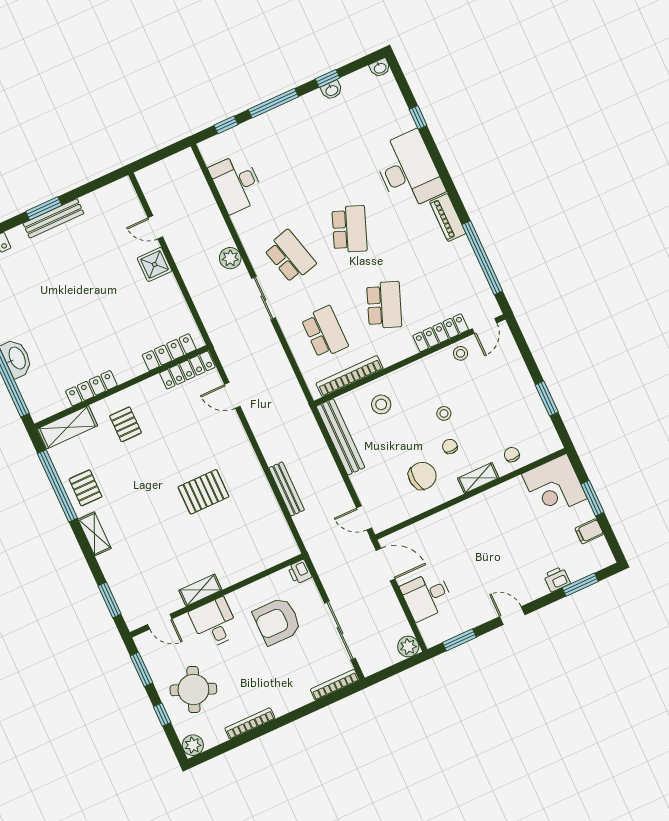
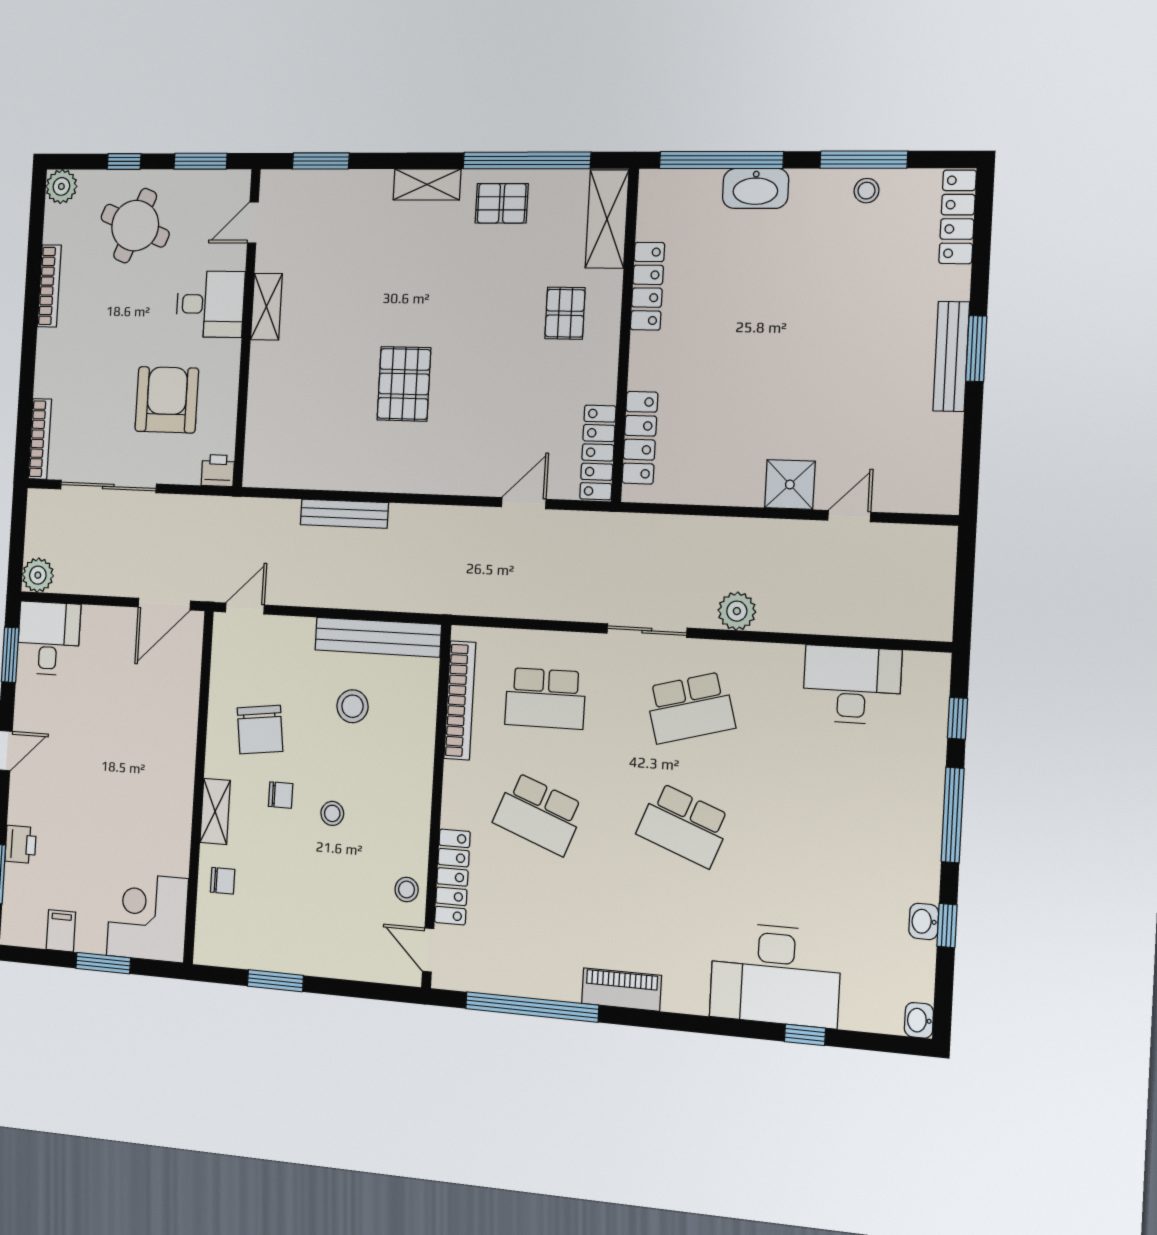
desk: (408, 171) -> (775, 975), moved
stool: (381, 404) -> (352, 706), moved
pallet: (126, 424) -> (565, 313), turned 90
desk: (427, 596) -> (49, 638), moved

